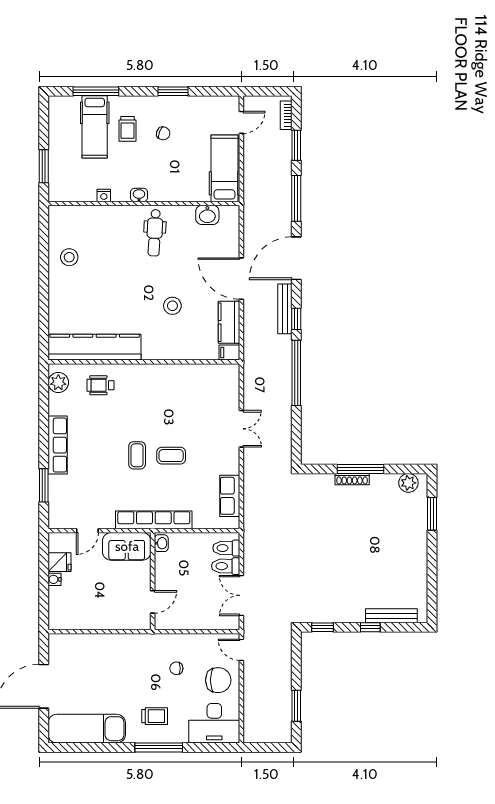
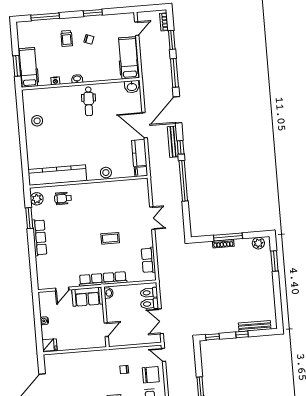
hospital bed: (95, 127) -> (28, 67), moved, turned 180
washbasin: (207, 215) -> (132, 87), moved
stool: (172, 306) -> (106, 173), moved
coffee table: (137, 455) -> (89, 240), removed
window: (44, 485) -> (29, 218), moved
fridge: (60, 562) -> (49, 345), moved

